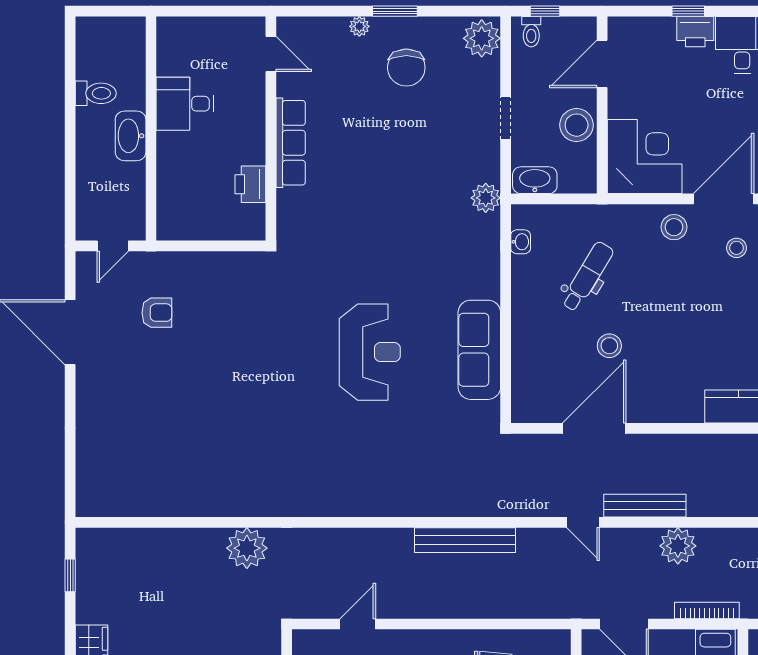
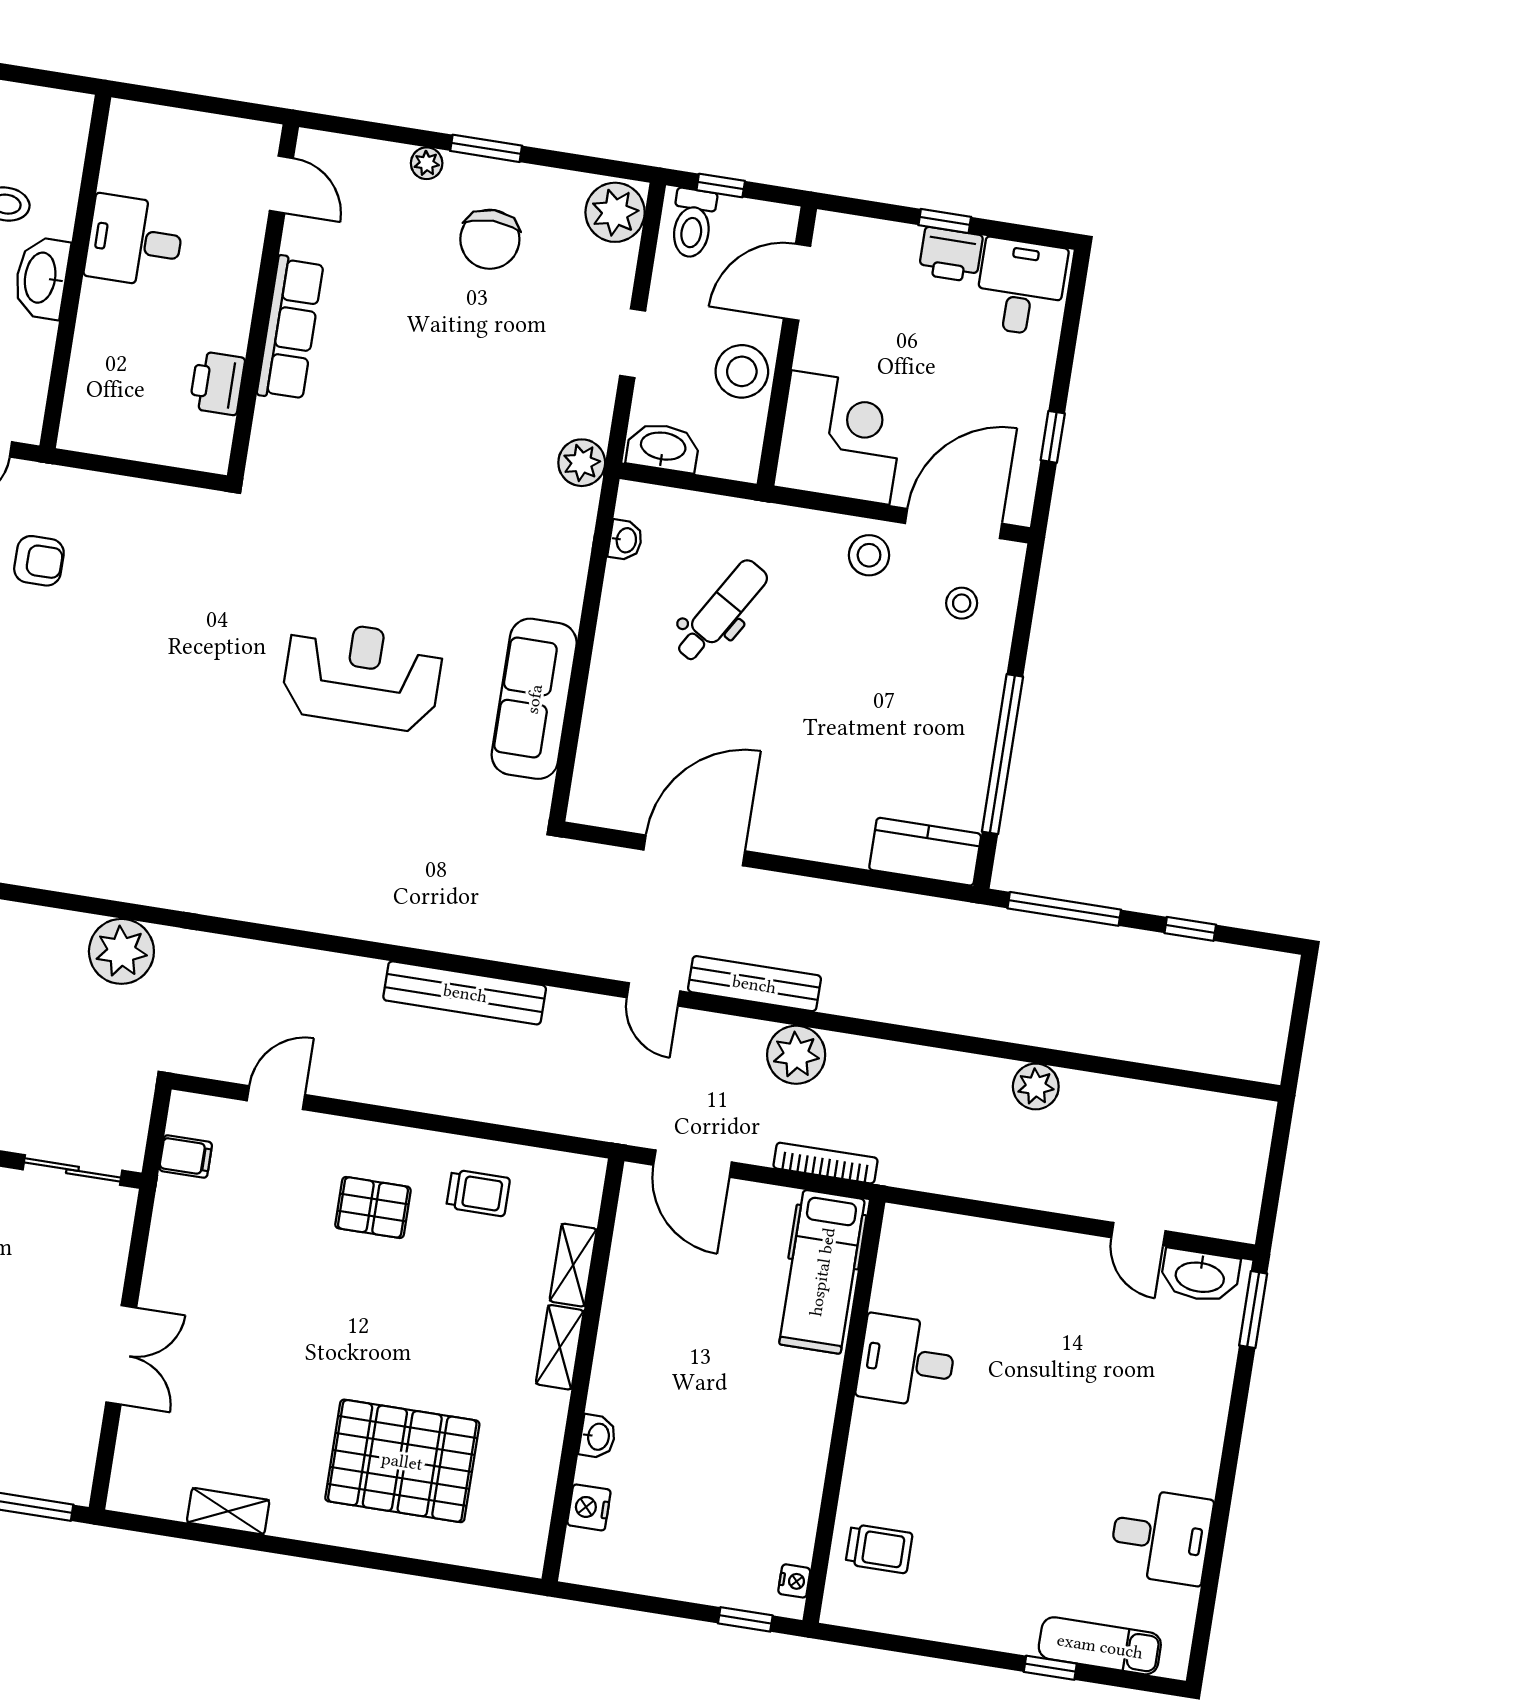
toilet: (531, 32) -> (693, 223), width x1.37, depth x1.39
stool: (609, 346) -> (739, 725), removed
reception desk: (370, 352) -> (362, 675), turned -90

